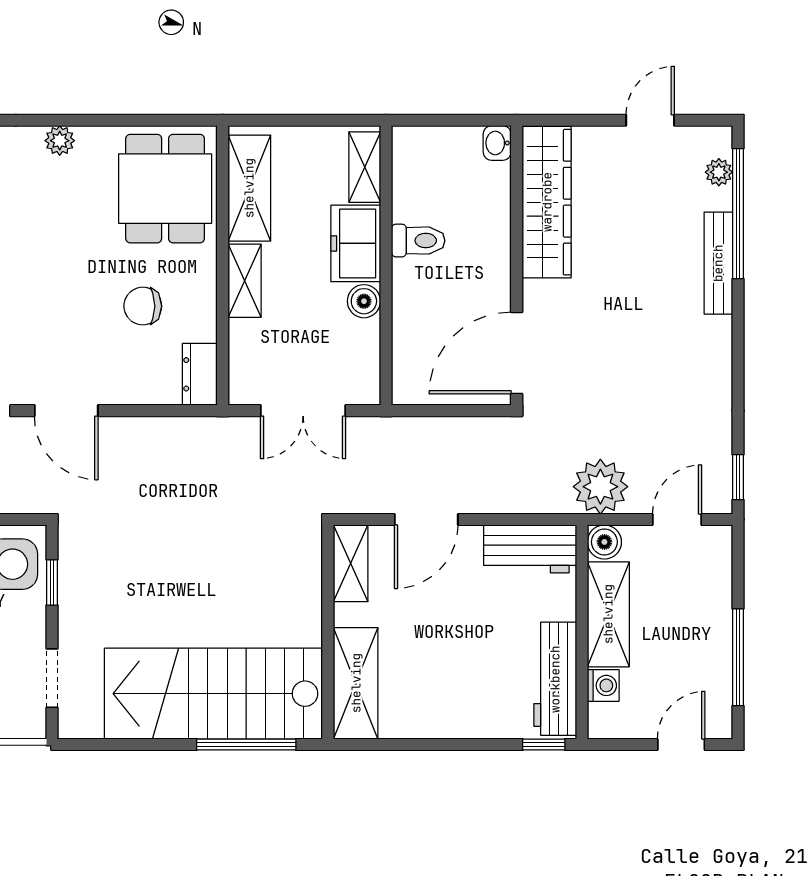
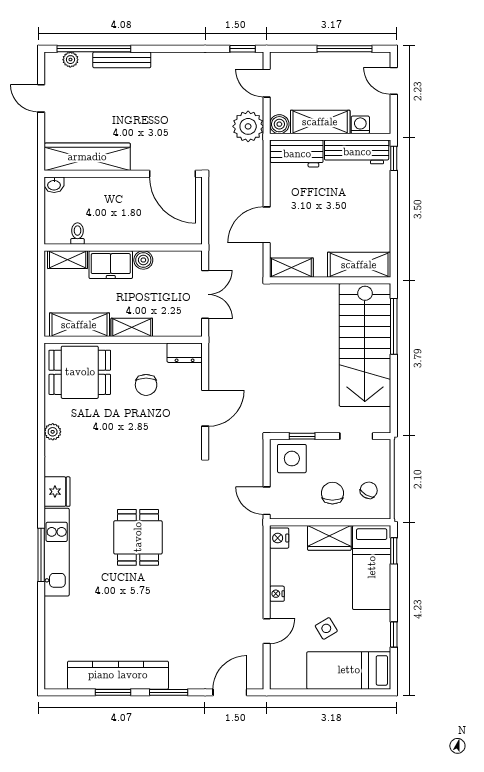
toilet: (418, 241) -> (77, 234), moved, width x0.73, depth x0.72
door: (66, 411) -> (205, 408), moved
door: (426, 520) -> (267, 225), swing flipped
workbench: (530, 549) -> (297, 154), moved, turned 90

